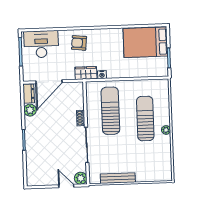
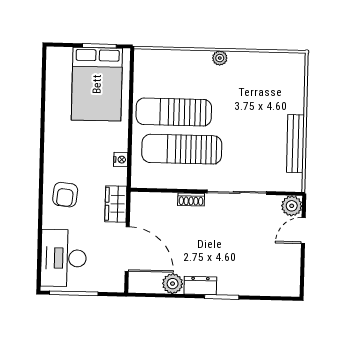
bed: (145, 42) -> (97, 84), moved
wardrobe: (86, 73) -> (116, 204), moved
dresser: (29, 94) -> (200, 285), moved
sun lounger: (145, 119) -> (174, 112), moved

